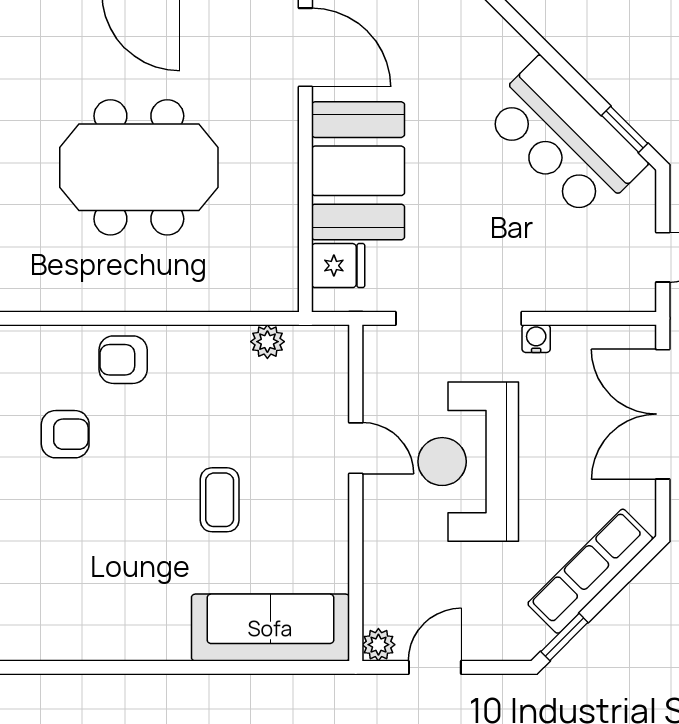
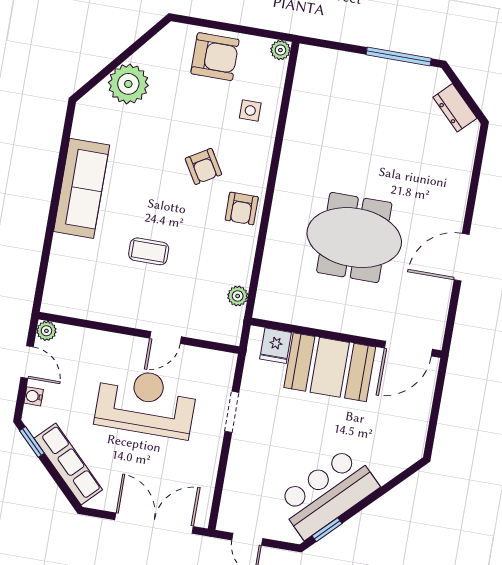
meeting table: (139, 167) -> (354, 238), turned 90
doorway: (459, 318) -> (232, 412), width x0.53
water cooler: (536, 339) -> (34, 396), moved, turned 180
armchair: (123, 360) -> (242, 208), turned 180
armchair: (65, 434) -> (203, 166), turned -31
sofa: (270, 628) -> (82, 188), moved

